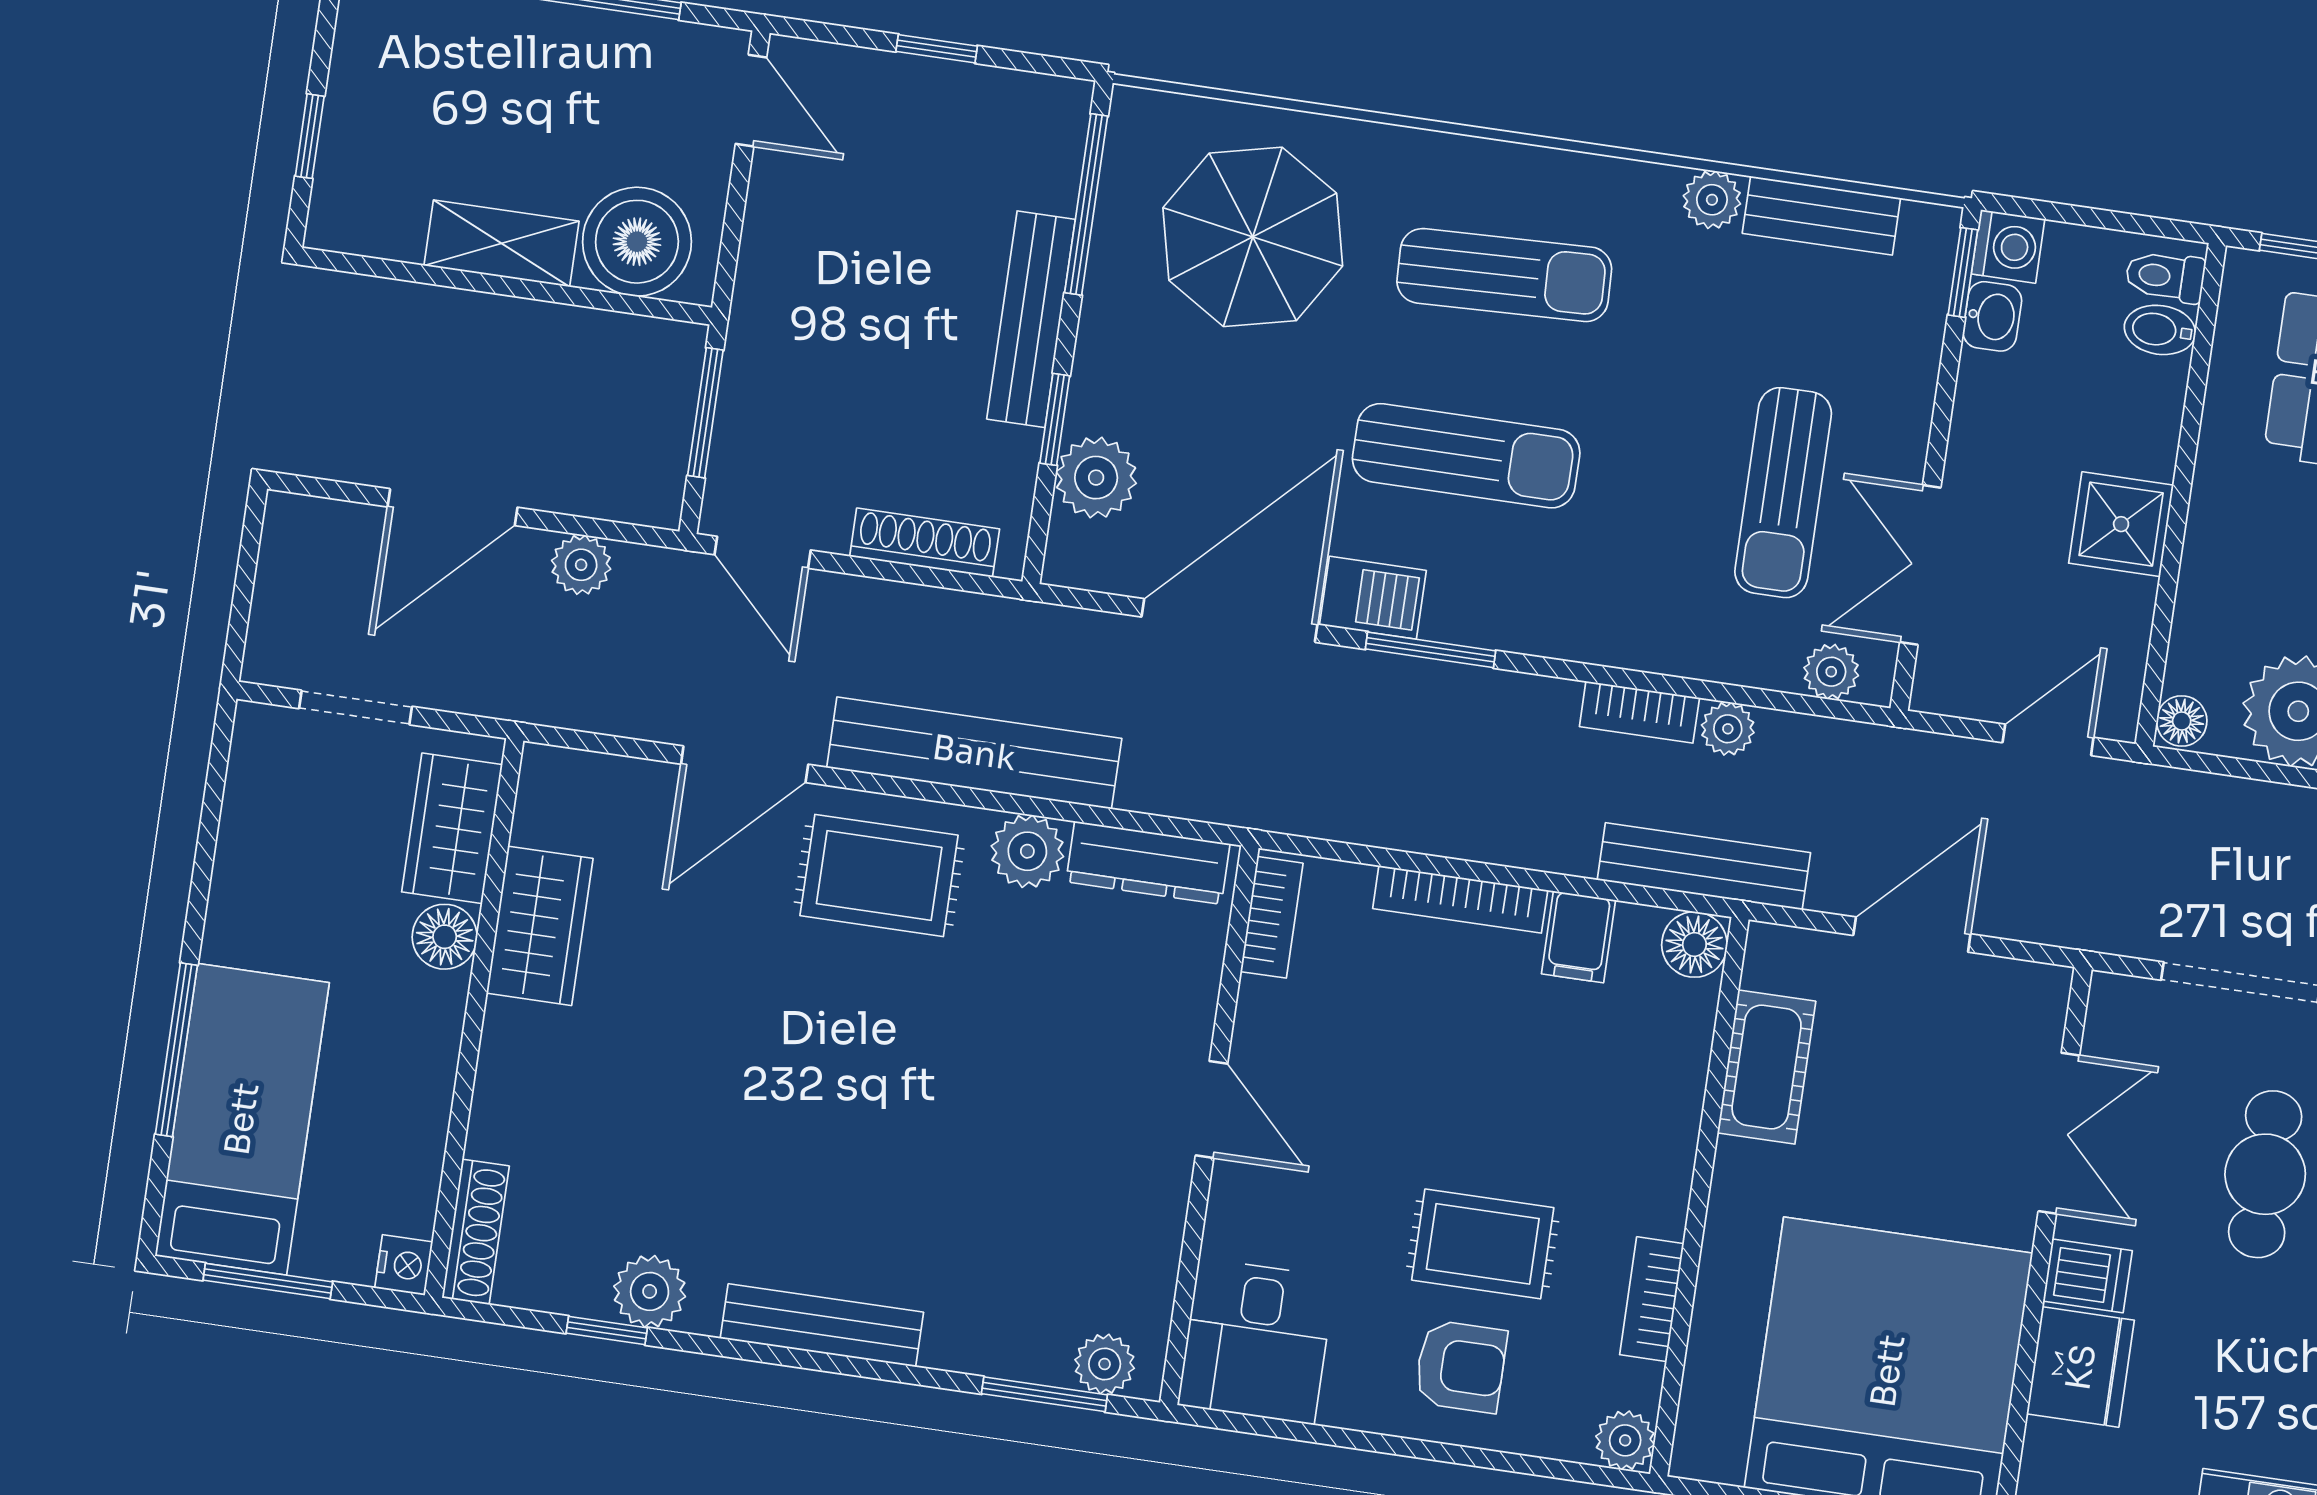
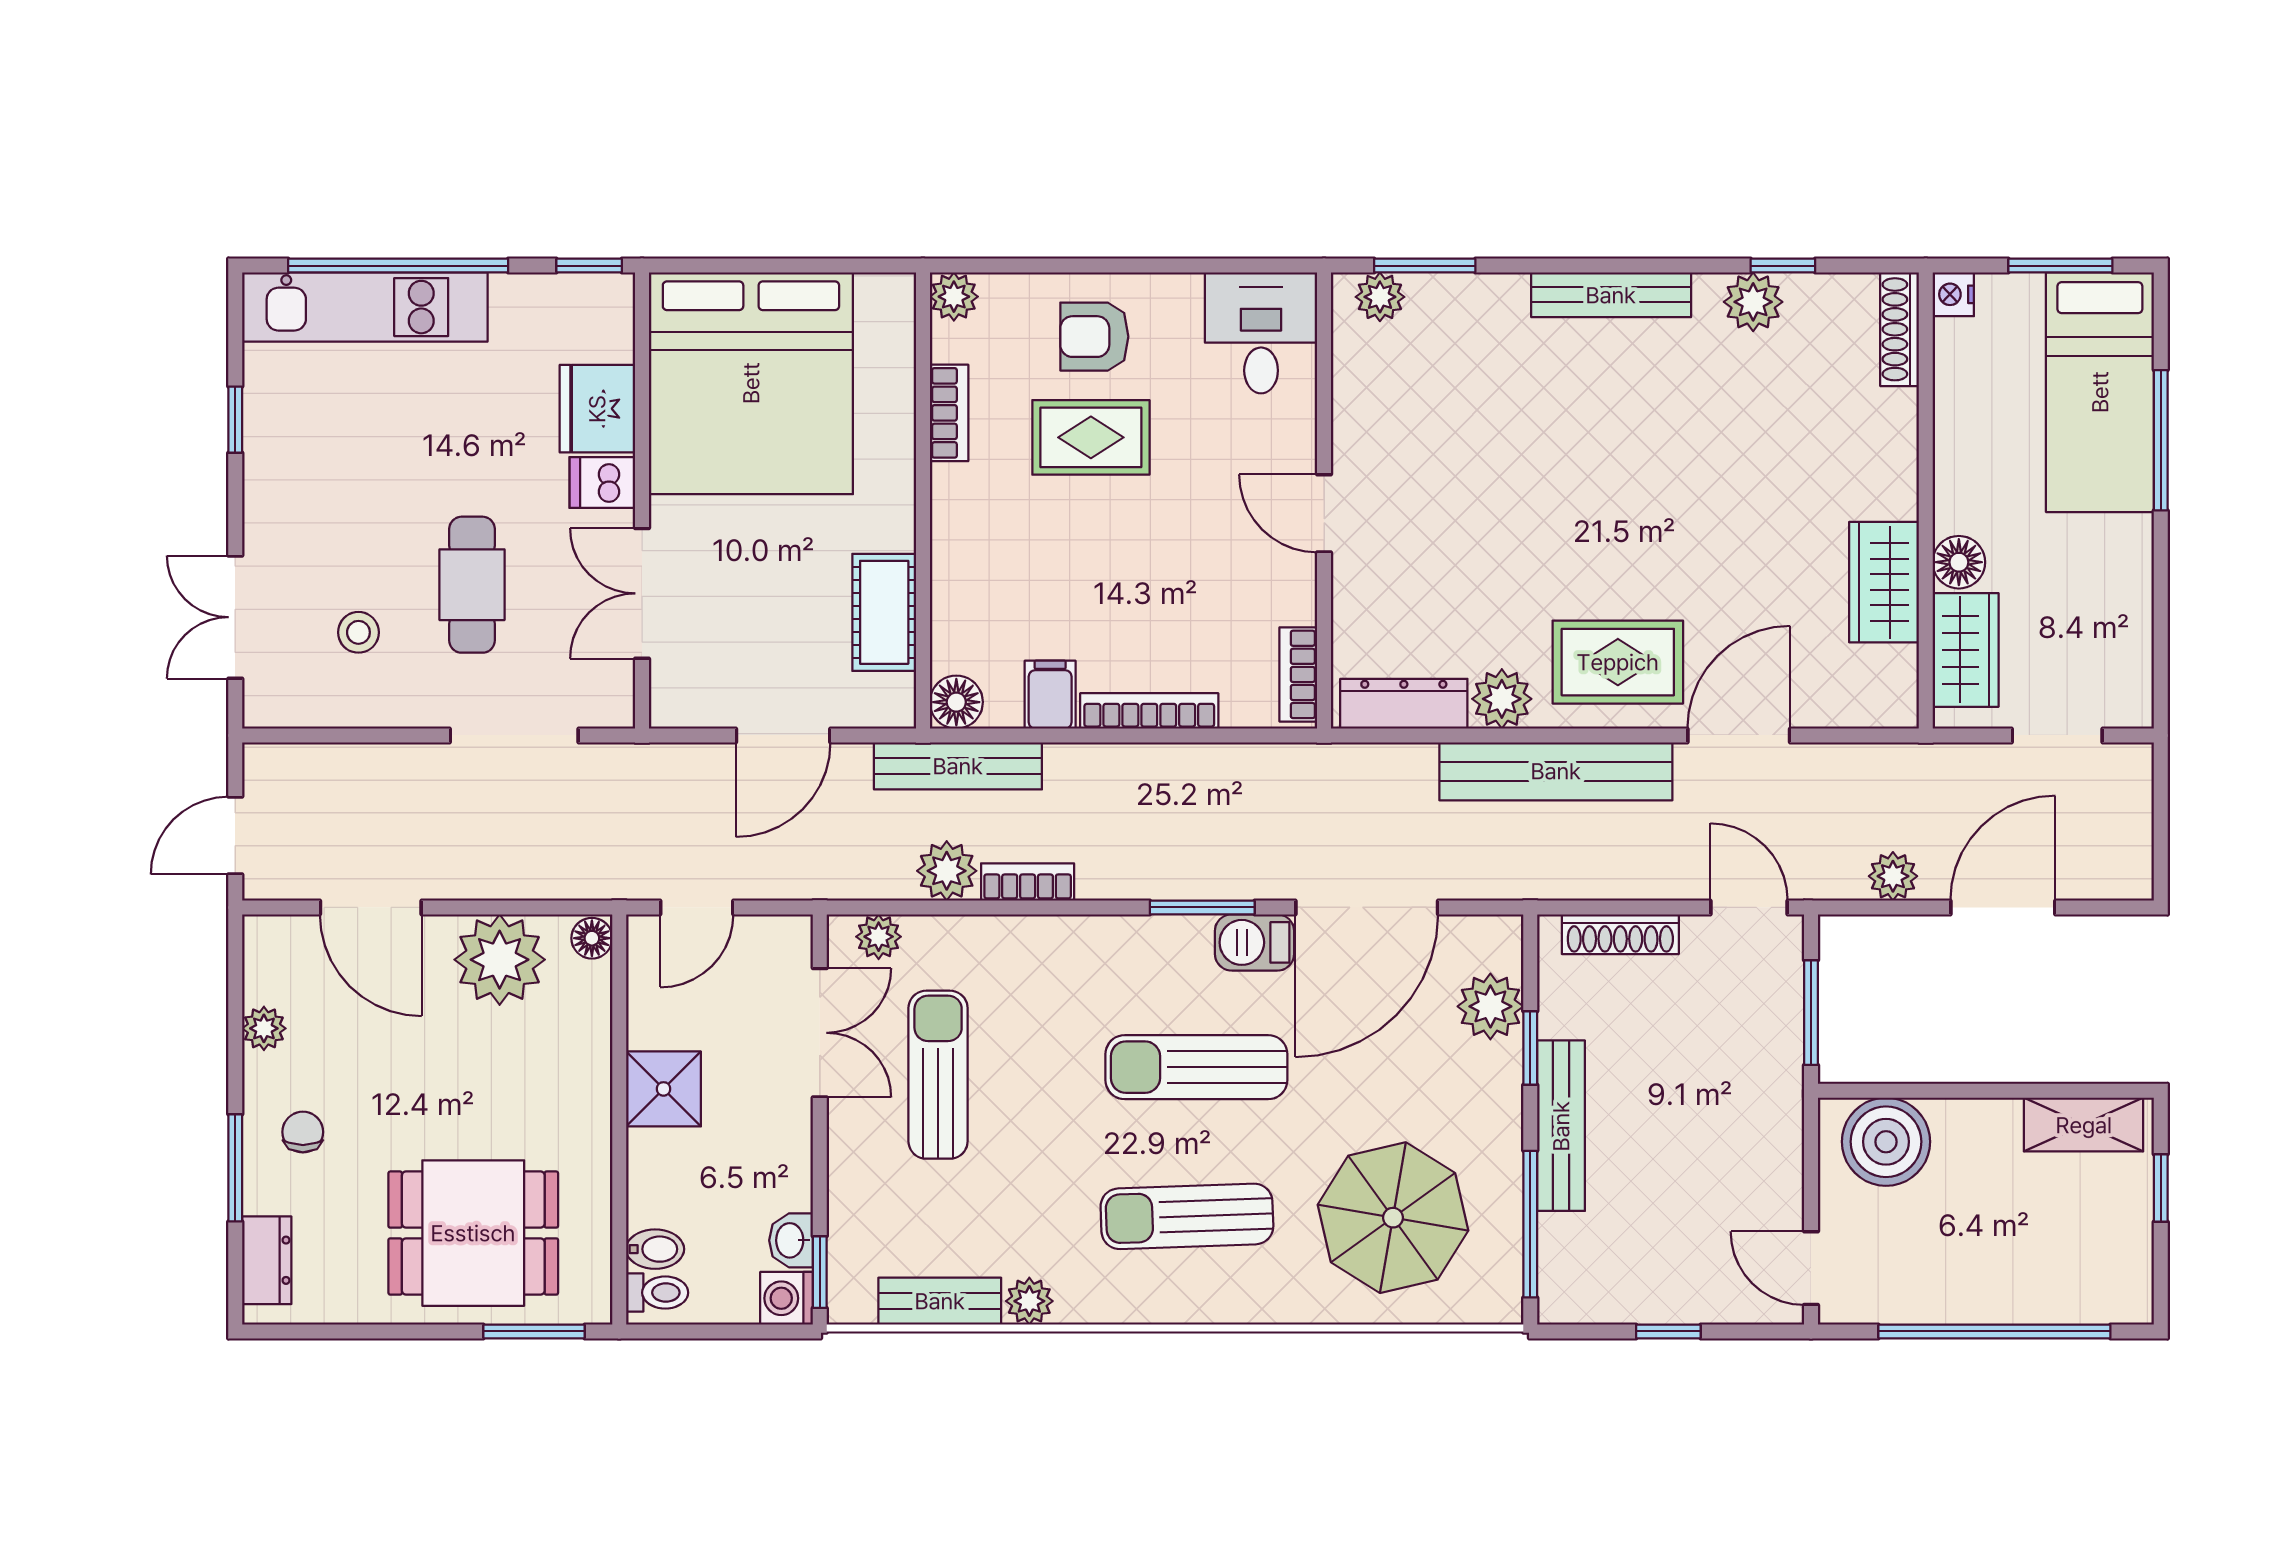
shelving: (502, 243) -> (2084, 1125), moved
plant: (1728, 729) -> (947, 871), width x1.38, depth x1.38

